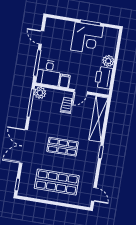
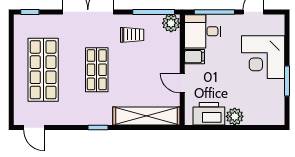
corner desk: (87, 38) -> (263, 57), moved
trolley: (67, 105) -> (132, 35), moved
door: (94, 194) -> (34, 128), hinge flipped

